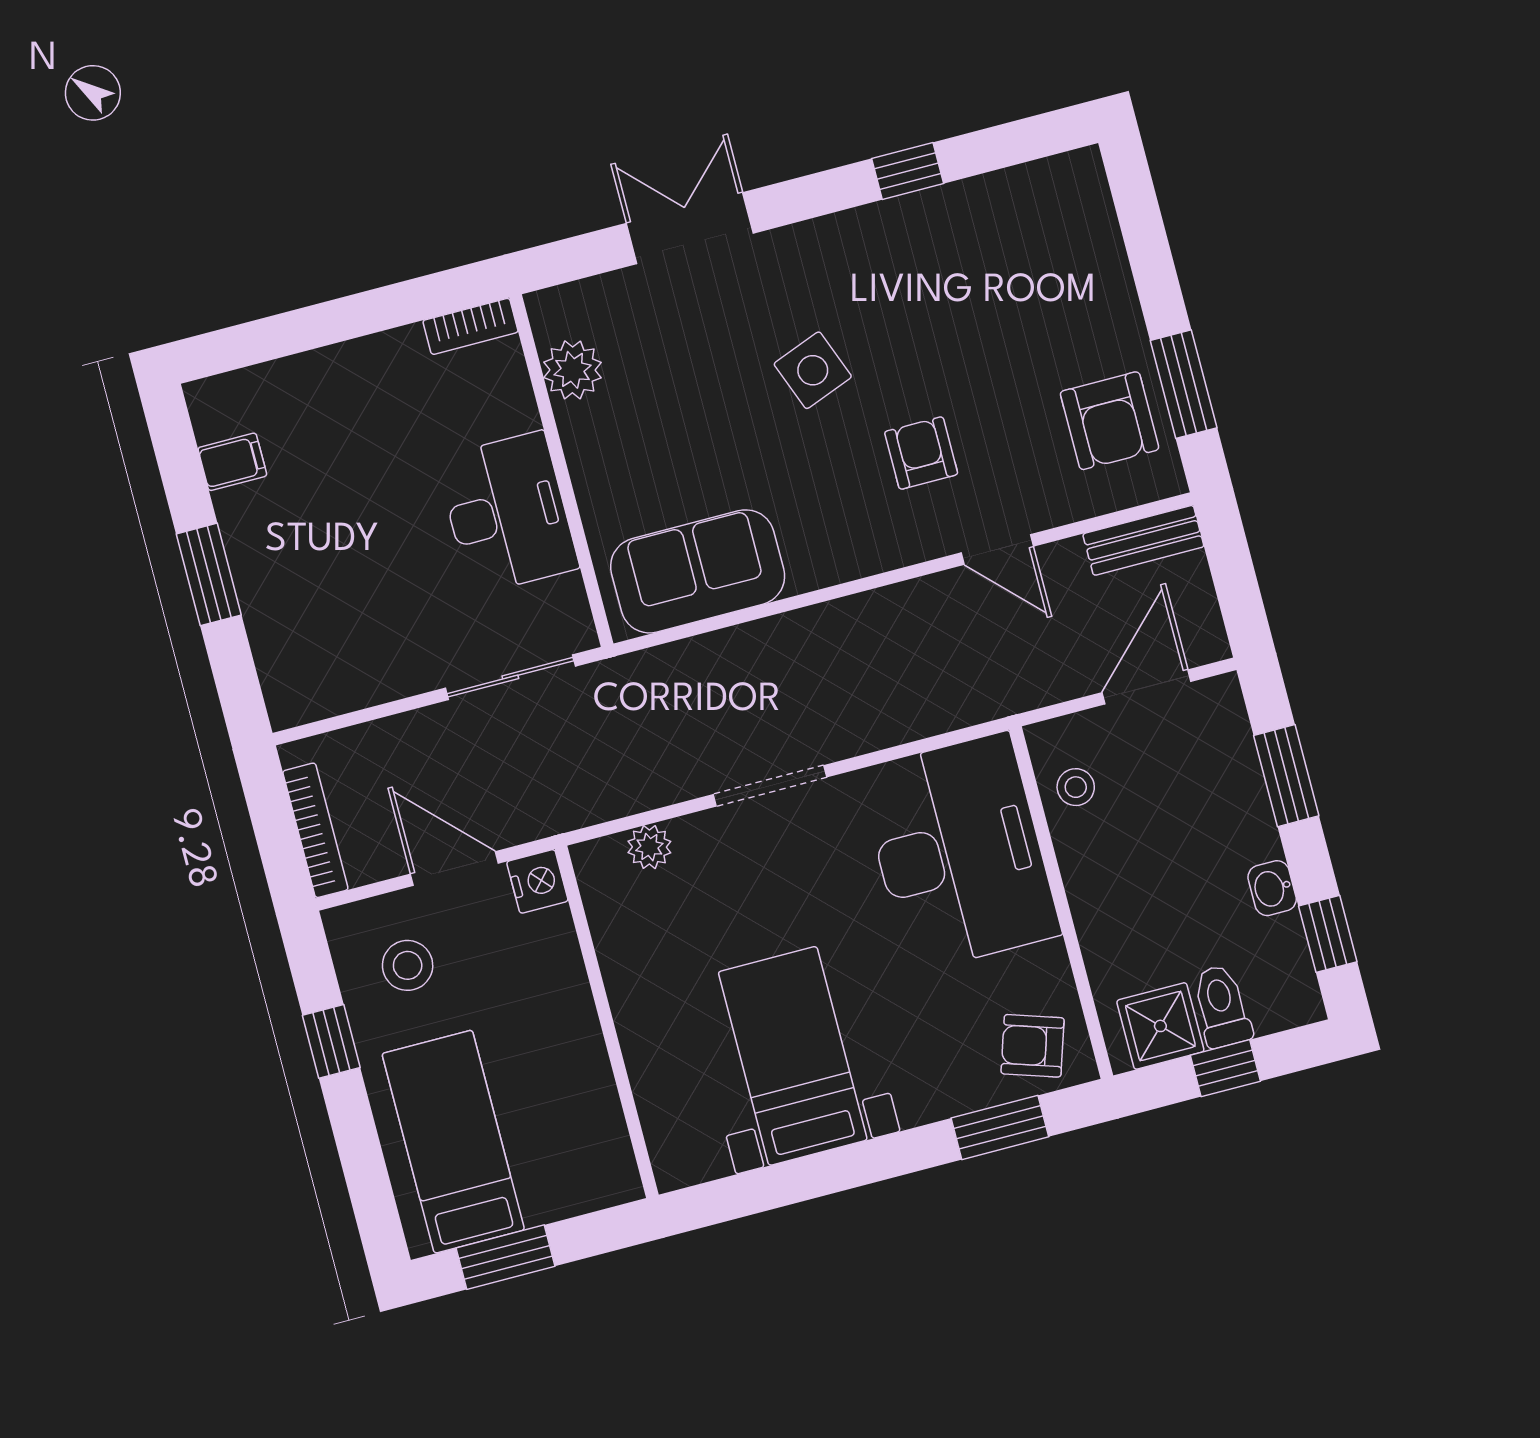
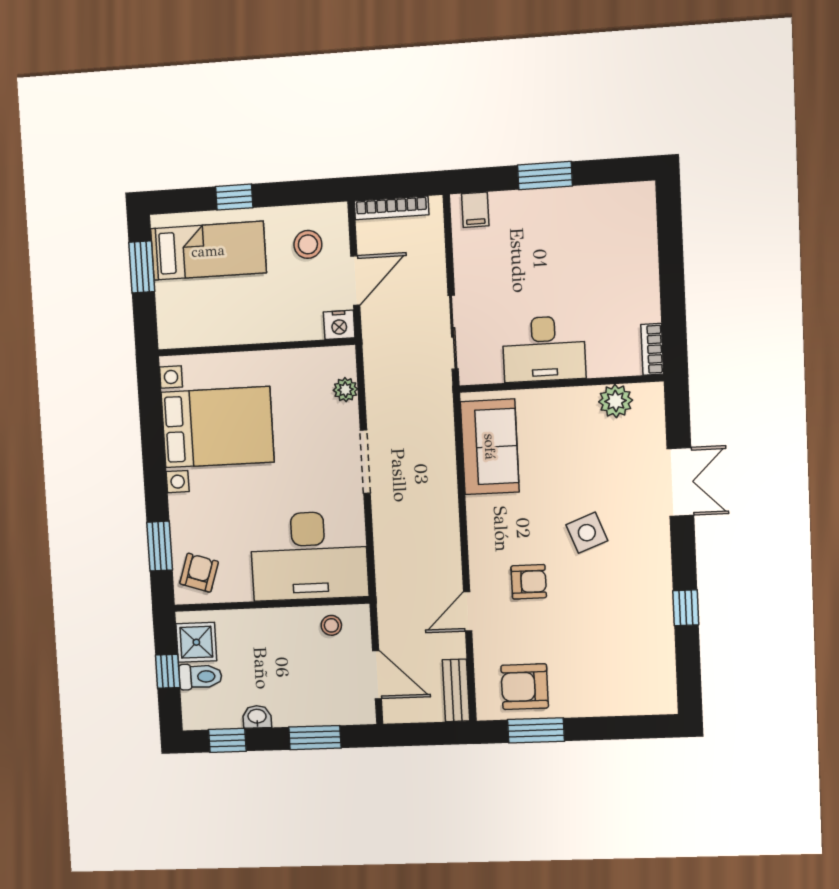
filing cabinet: (232, 462) -> (475, 210), moved
window: (331, 1041) -> (234, 197), moved
bed with nightstands: (793, 1056) -> (218, 427), width x1.36

